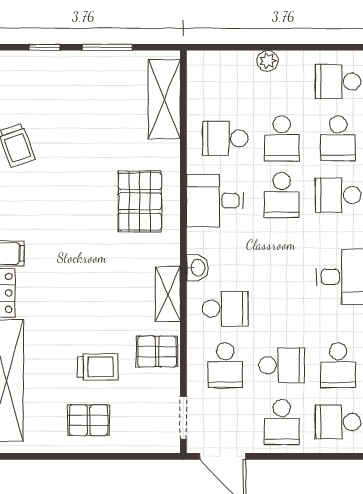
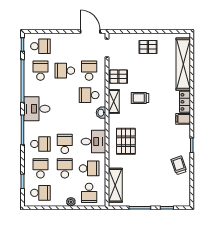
trolley: (98, 367) -> (140, 98), moved
school desk: (282, 422) -> (89, 193), moved, turned 180

